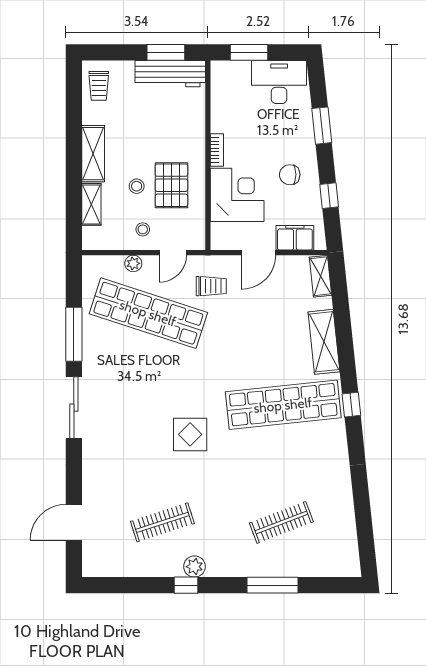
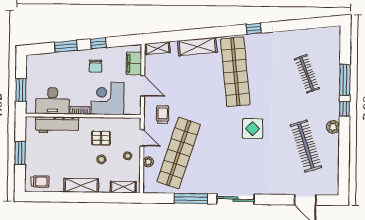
window: (166, 52) -> (20, 153), moved
workbench: (170, 74) -> (57, 125), moved, turned 90
desk: (279, 82) -> (52, 101), moved, turned -90
pallet: (171, 185) -> (101, 138), width x0.67, depth x0.71
window: (329, 196) -> (99, 43), moved
shelving: (91, 204) -> (123, 187), moved
window: (351, 405) -> (254, 29), moved
clothes rail: (162, 522) -> (306, 146), width x1.37, depth x1.31
window: (186, 585) -> (345, 109), moved

